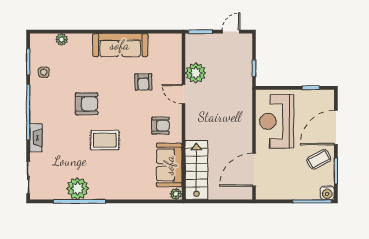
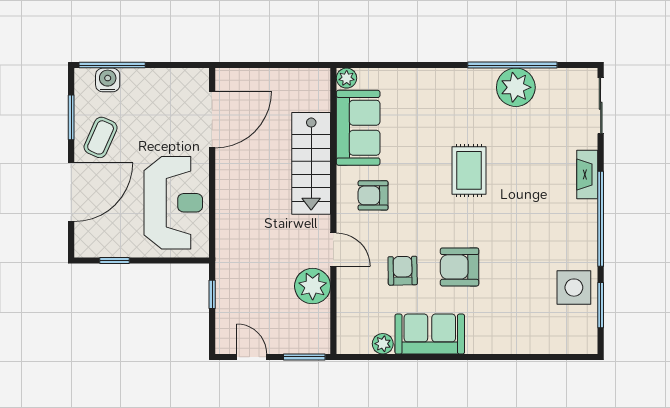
door: (231, 32) -> (252, 357), swing flipped
plant: (62, 39) -> (383, 344), moved
sofa: (120, 45) -> (430, 334), width x0.73
side table: (44, 72) -> (574, 288), width x1.87, depth x1.87
armchair: (87, 104) -> (460, 267), moved
rug: (105, 140) -> (469, 170), turned 90
coffee table: (319, 159) -> (101, 137), turned -38
stairs: (196, 170) -> (311, 163), moved
water cooler: (327, 193) -> (108, 80), moved

